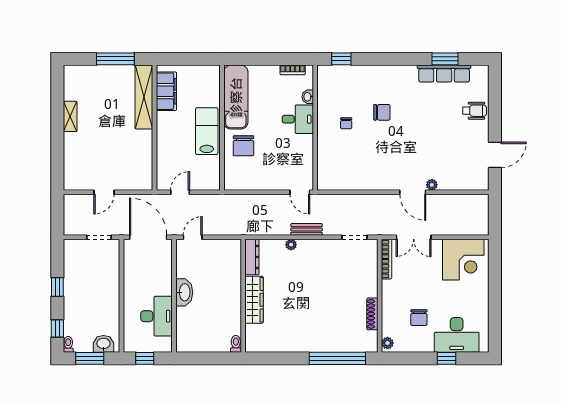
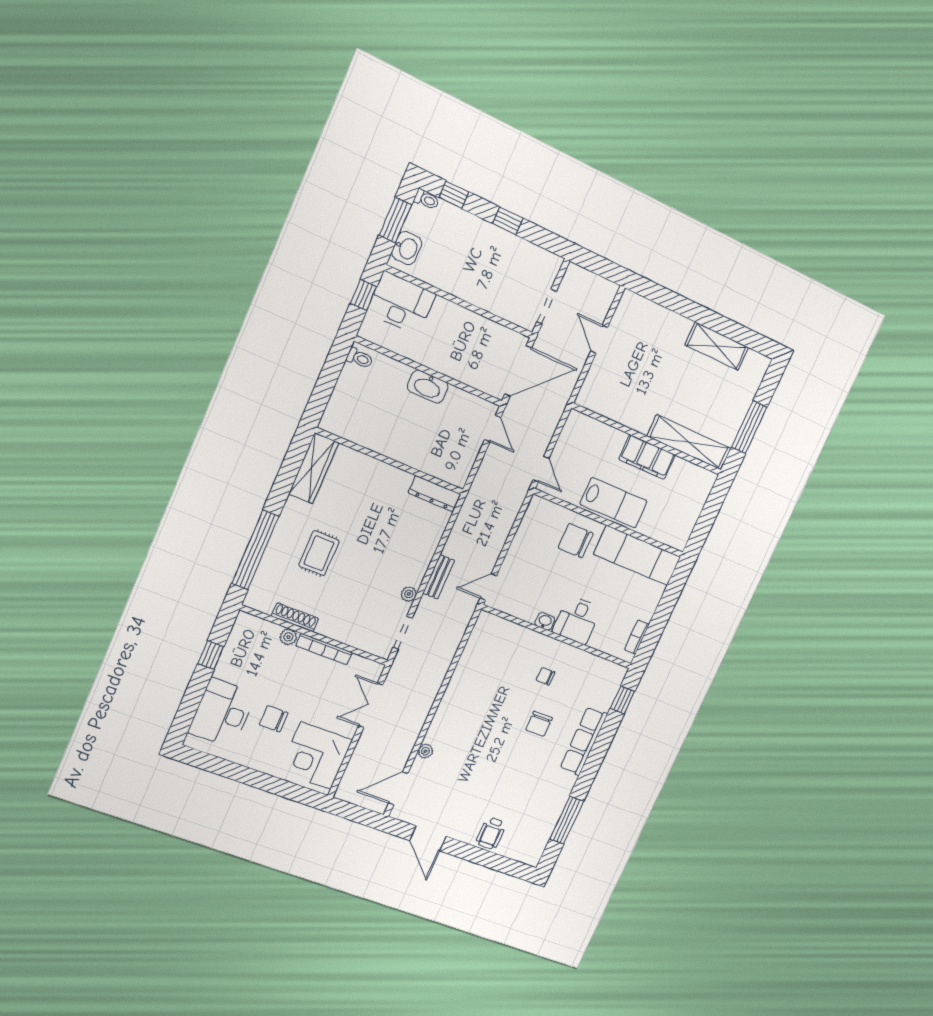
window: (445, 59) -> (567, 820), width x1.44
row of seats: (444, 74) -> (584, 741), moved
filing cabinet: (166, 91) -> (647, 457), moved
washbasin: (308, 97) -> (545, 621), moved
shelving: (70, 116) -> (717, 346), width x1.50, depth x1.33
door: (180, 192) -> (541, 469), moved
door: (413, 192) -> (398, 788), moved
plant: (291, 245) -> (409, 594), moved
bookcase: (387, 259) -> (324, 649), moved
wardrobe: (254, 300) -> (314, 468), moved, turned -90
desk: (157, 316) -> (401, 303), moved, turned 180
rug: (323, 316) -> (319, 553), added
chair: (419, 318) -> (274, 719), moved
plant: (387, 343) -> (288, 637), moved
toilet: (236, 344) -> (360, 358), moved
window: (447, 358) -> (211, 655), moved

